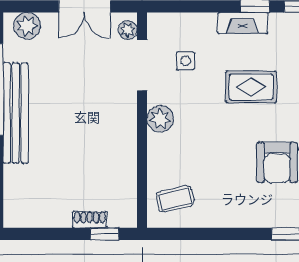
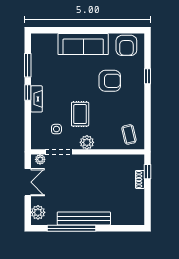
rug: (251, 87) -> (80, 114), moved

